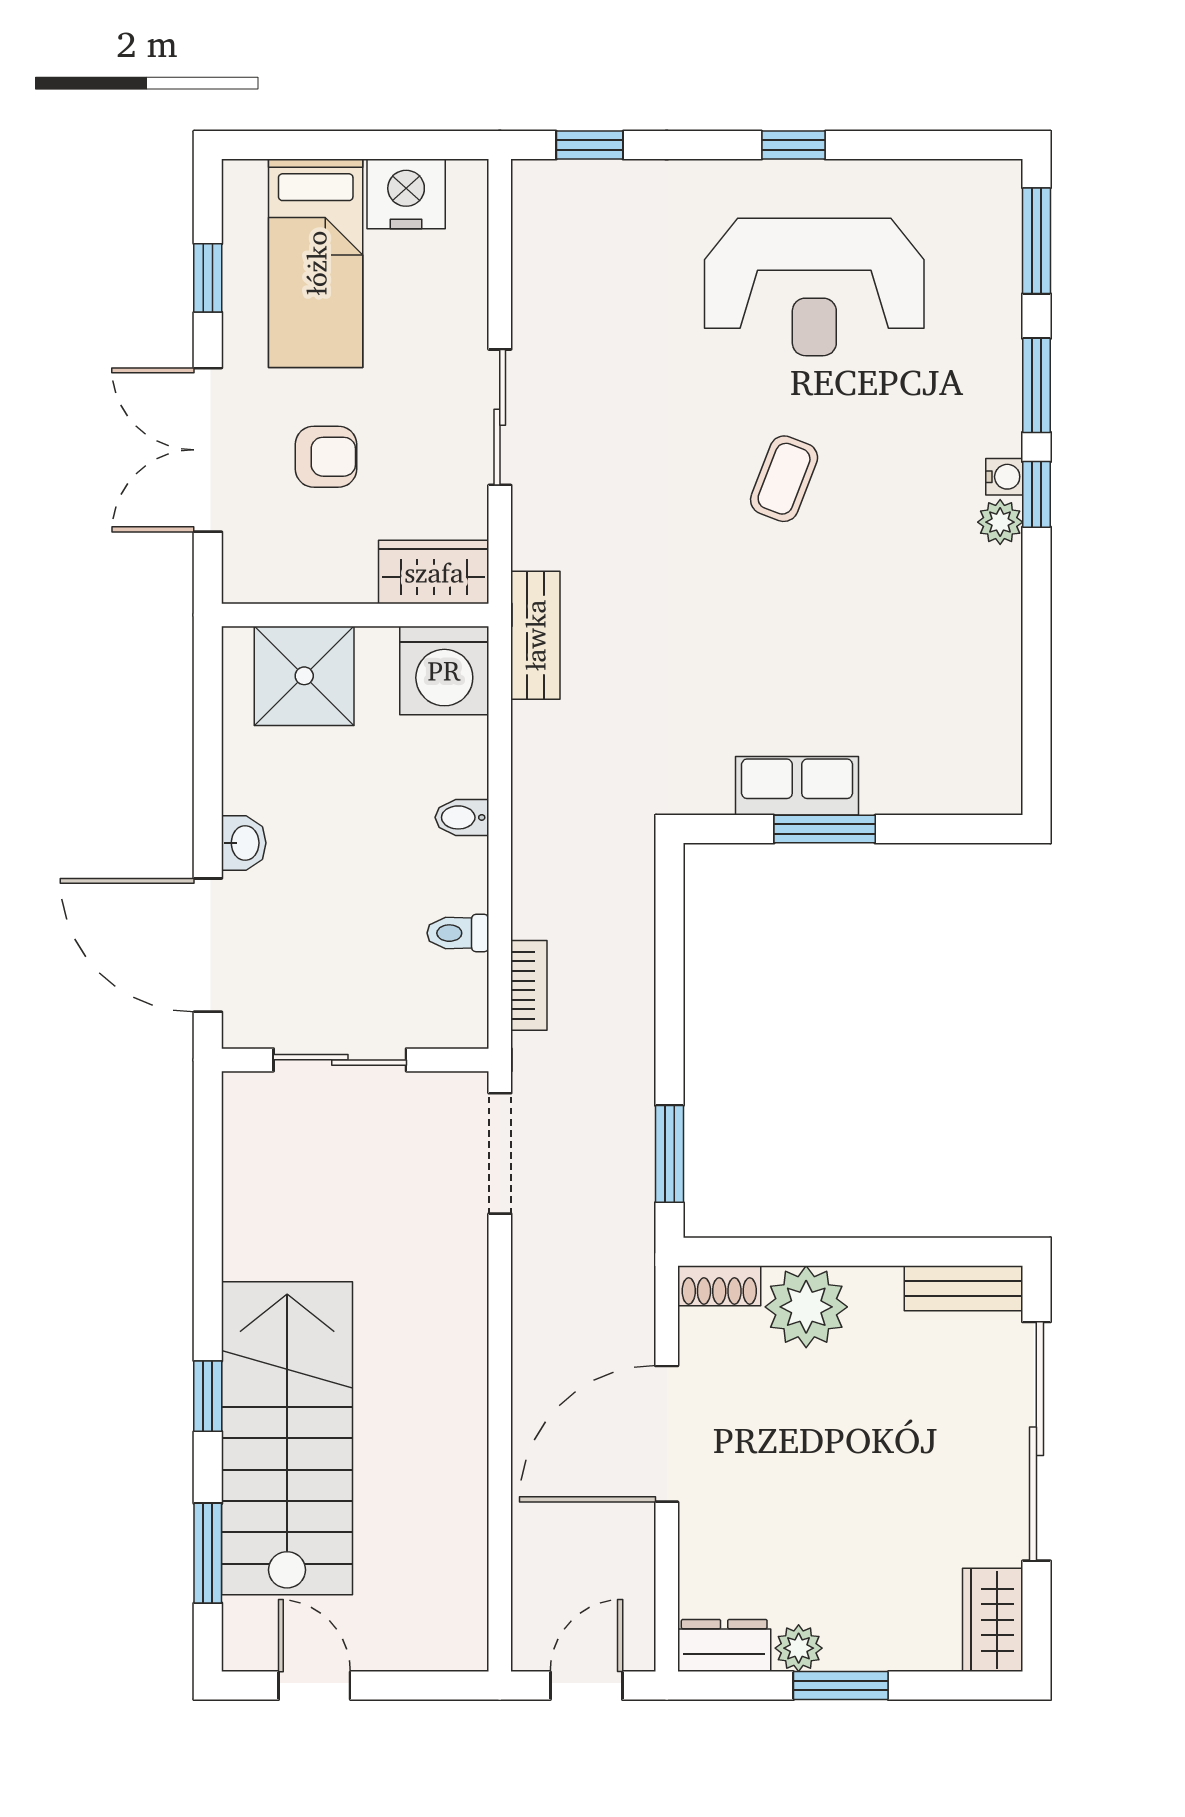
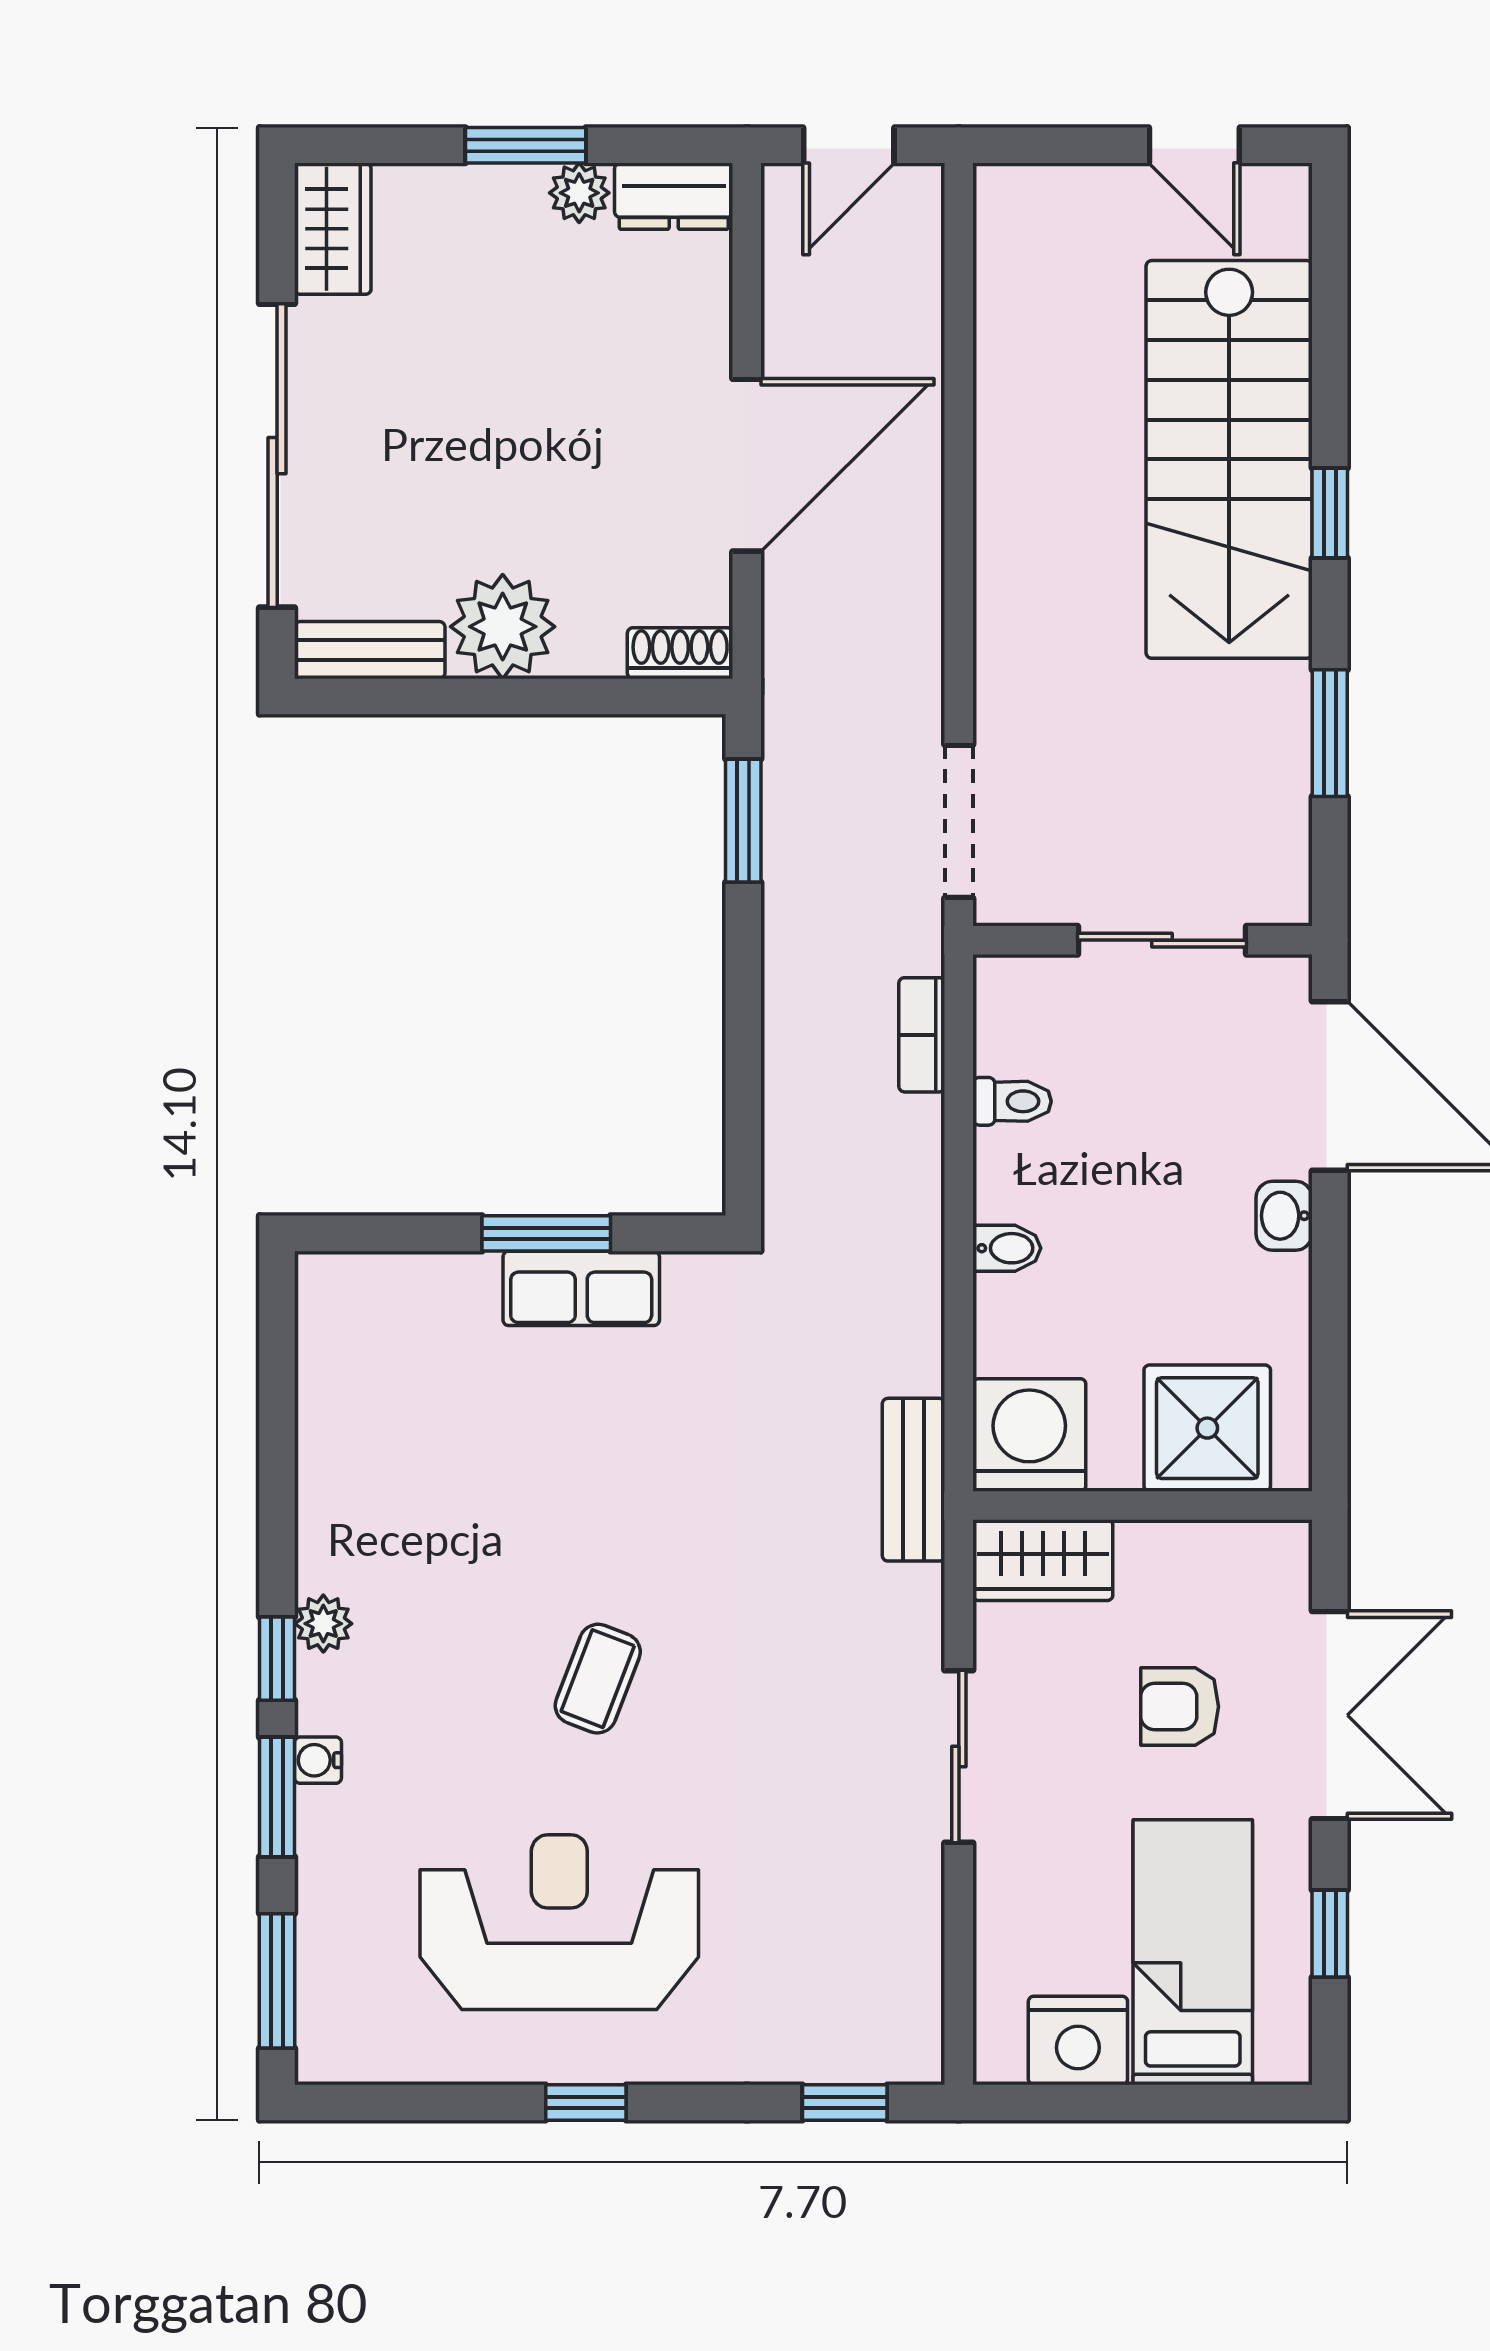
water cooler: (1004, 477) -> (318, 1760), moved
plant: (806, 1307) -> (503, 627), moved
window: (208, 1553) -> (1330, 733), moved

